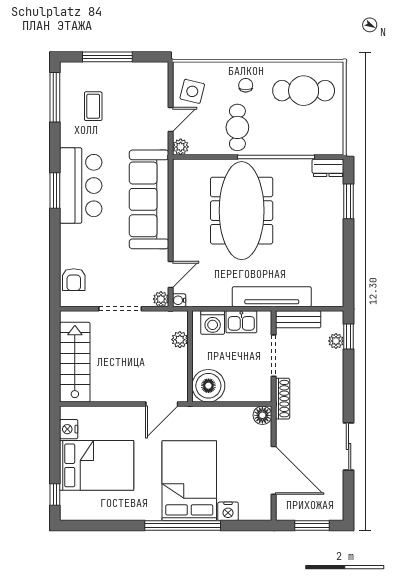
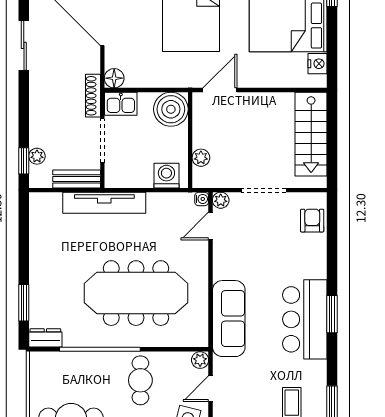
sofa: (149, 199) -> (229, 319), width x0.74, depth x0.79
meeting table: (242, 211) -> (136, 293), turned 90
kitchen sink: (241, 322) -> (121, 104), moved, turned 180

